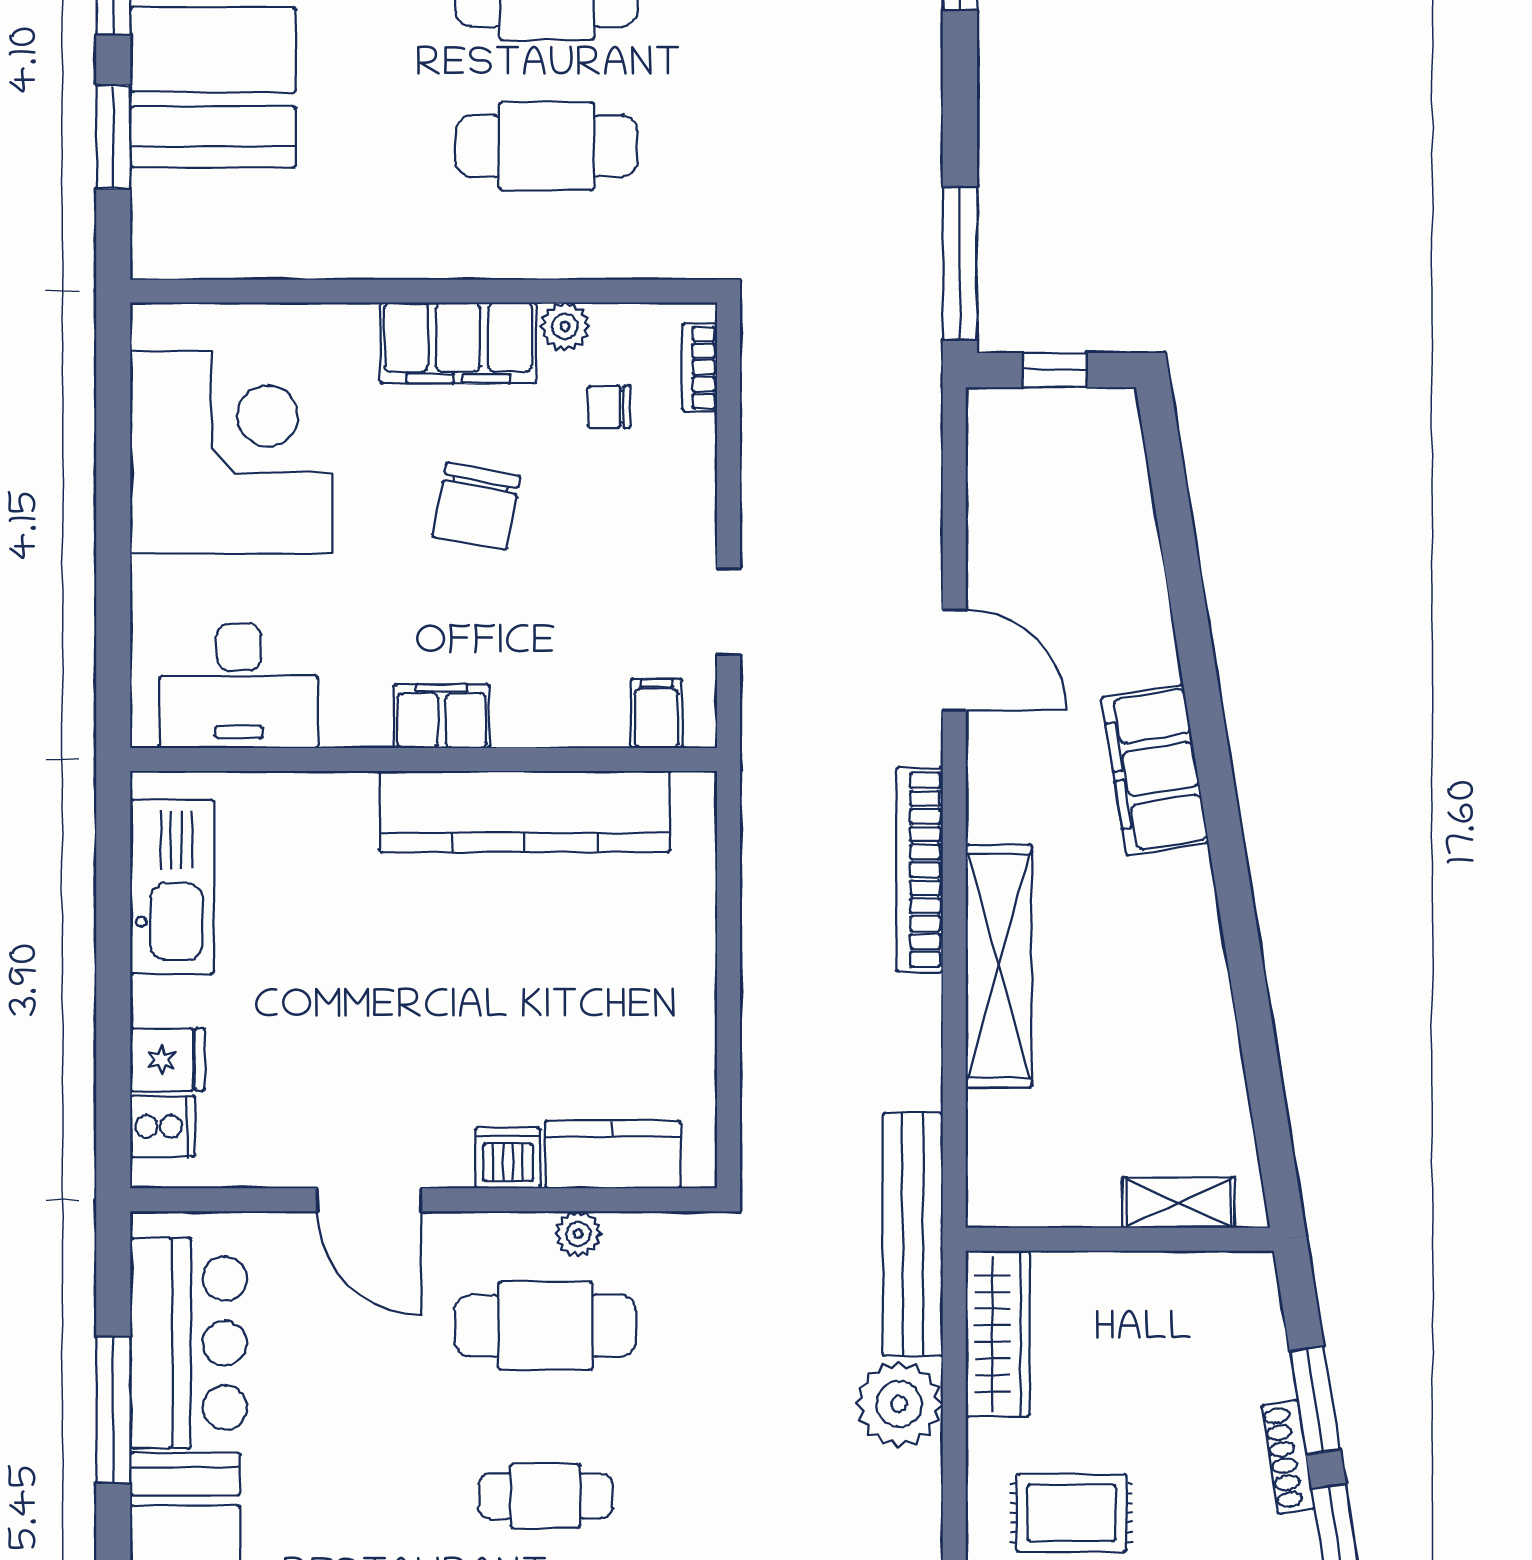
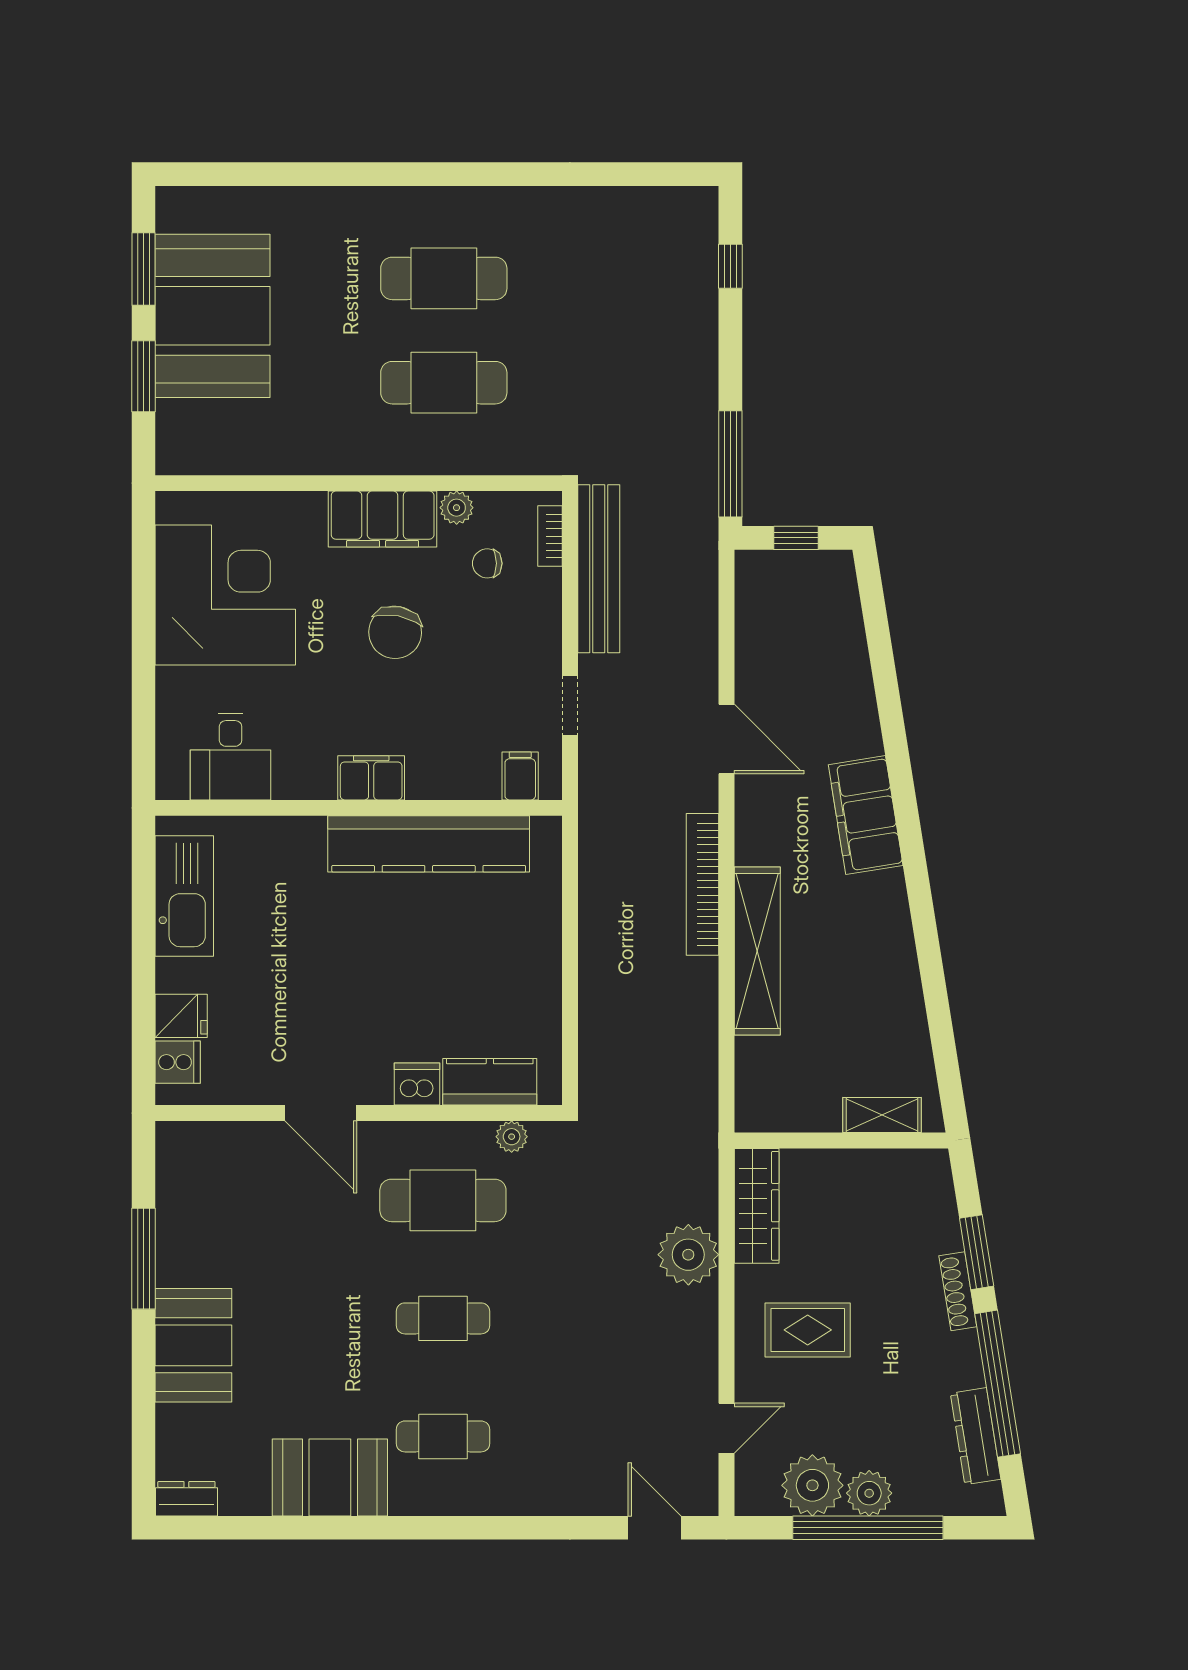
desk: (239, 686) -> (231, 757), width x0.73
plant: (578, 1234) -> (512, 1137), moved
bench: (913, 1234) -> (599, 569), moved
bar counter: (189, 1343) -> (196, 1212), removed

